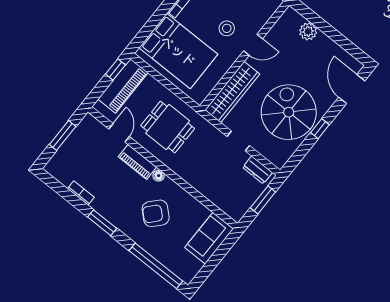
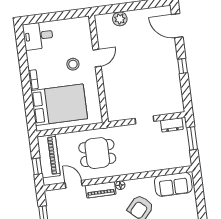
window: (115, 69) -> (37, 166), moved
wardrobe: (232, 92) -> (113, 96), removed
spiral stairs: (289, 112) -> (156, 75), removed
sofa: (209, 238) -> (173, 184), moved, turned -90

